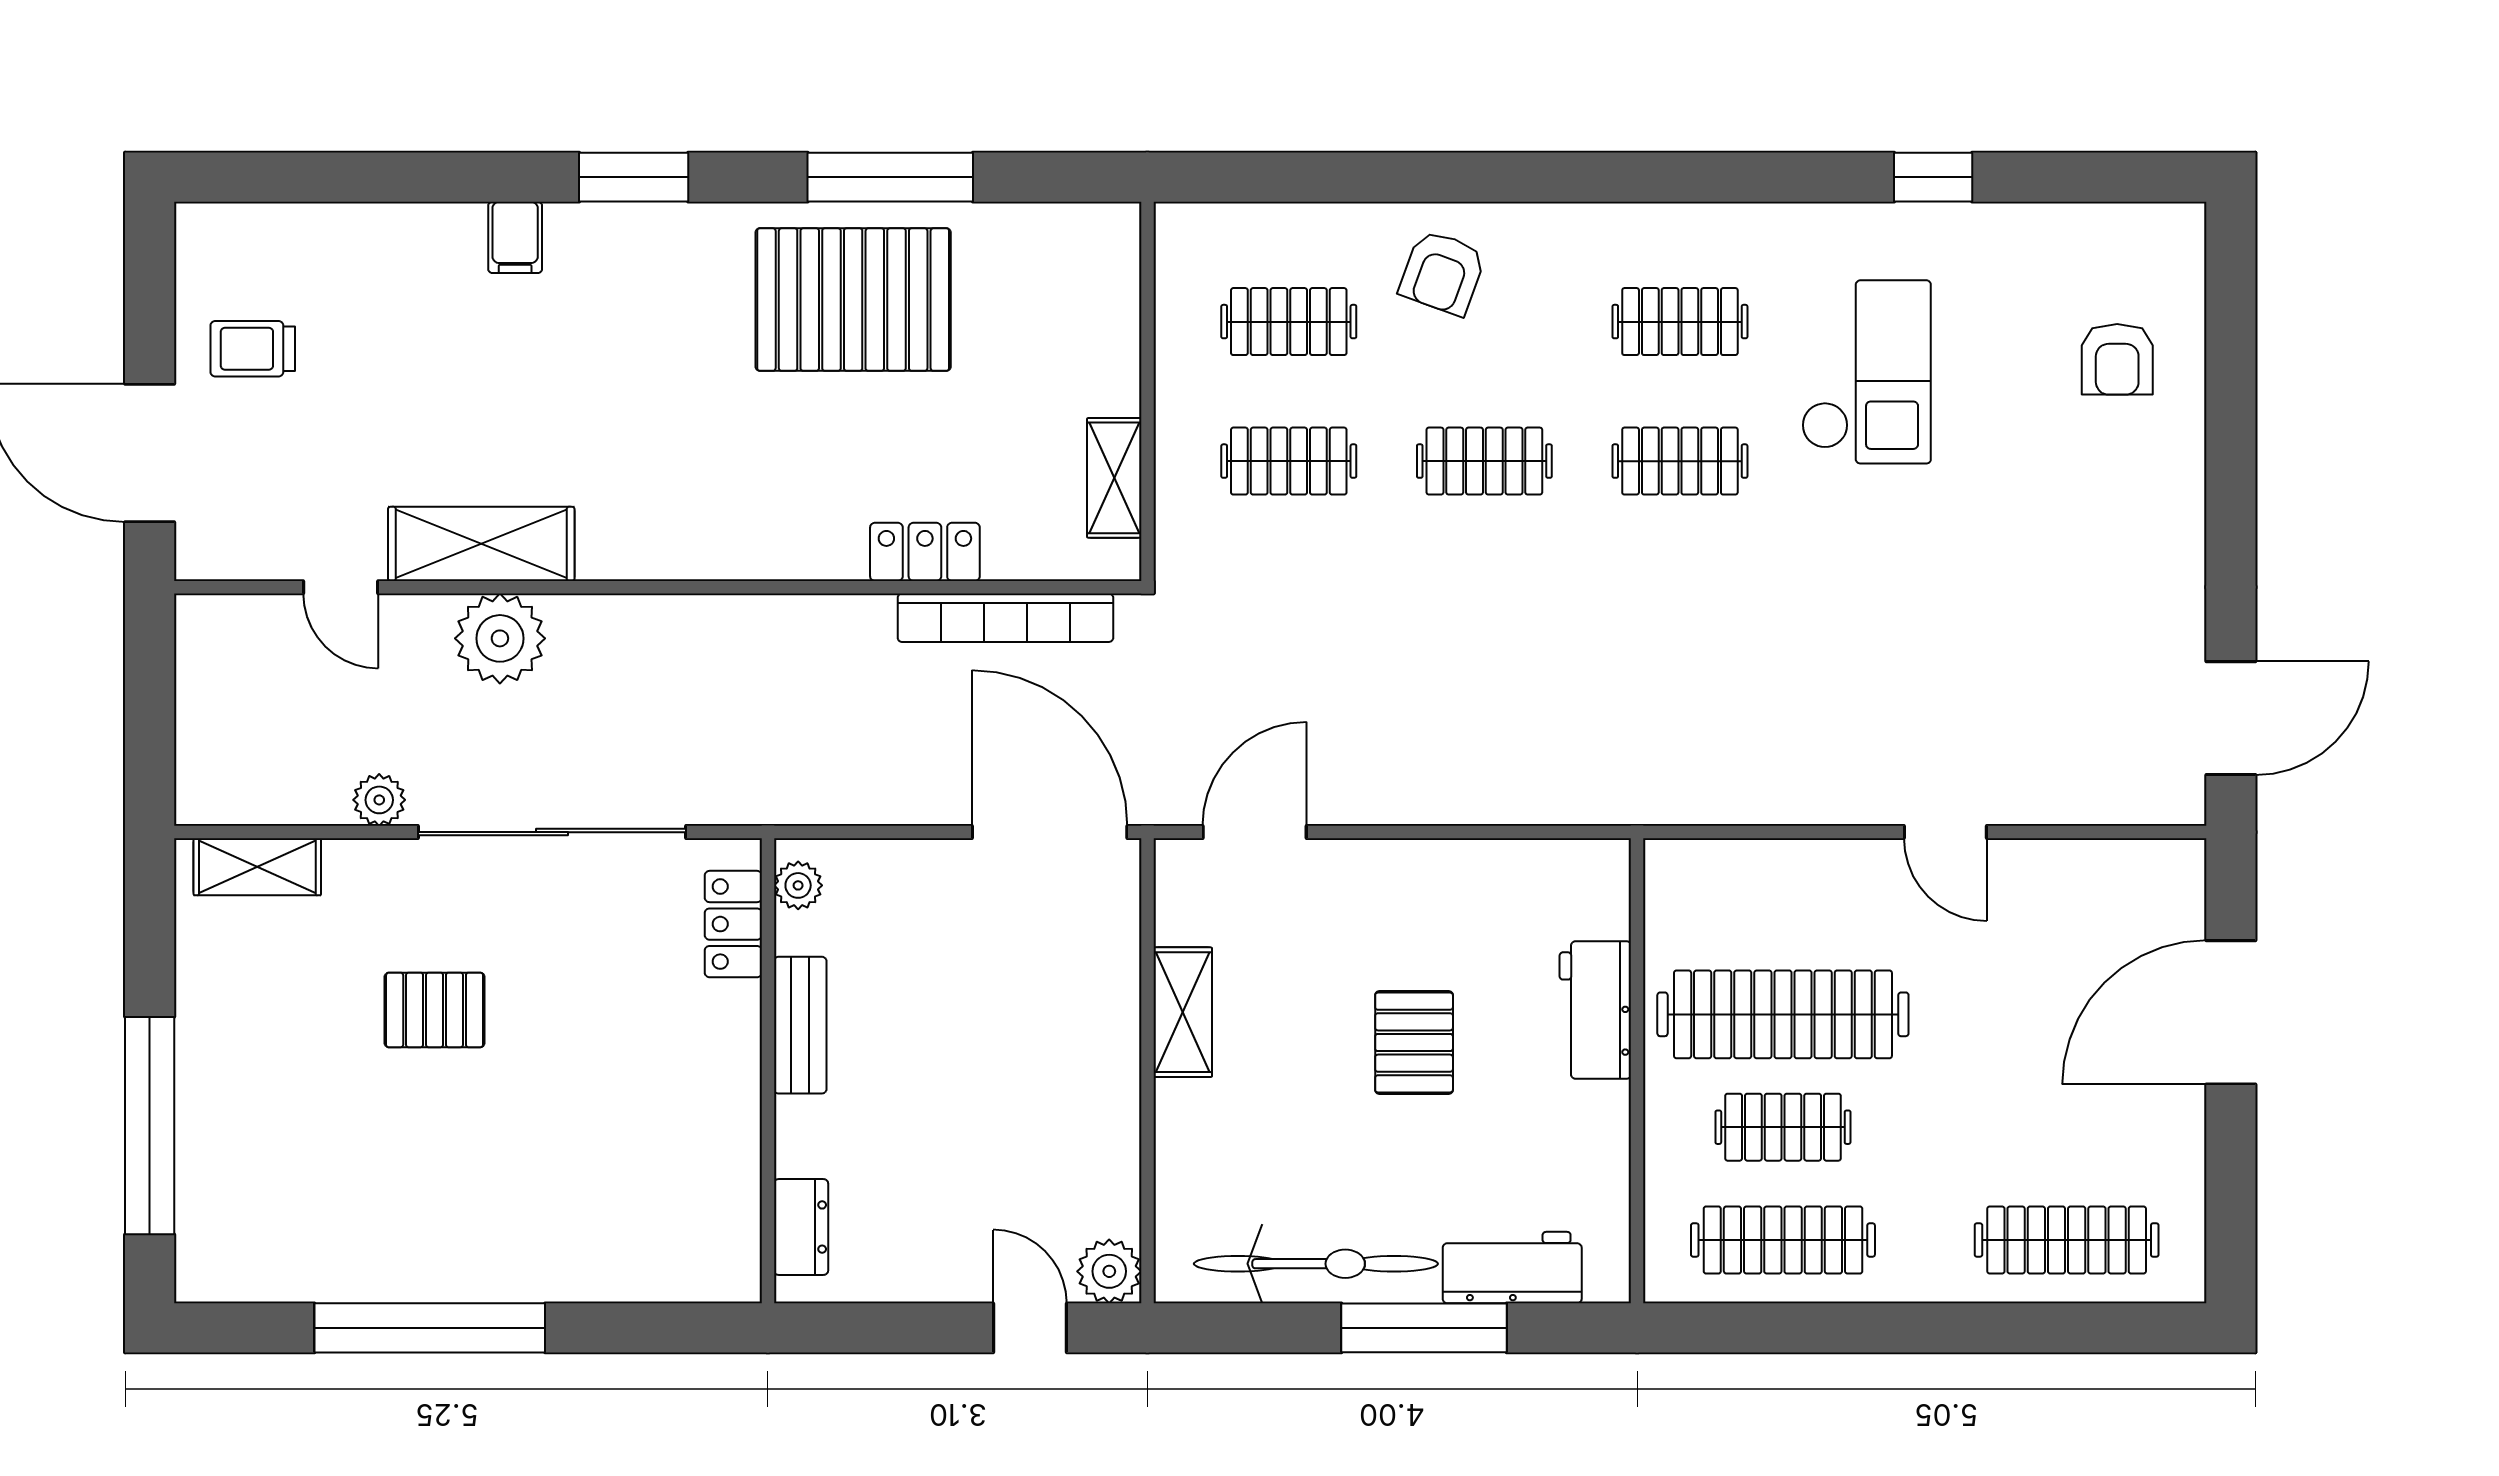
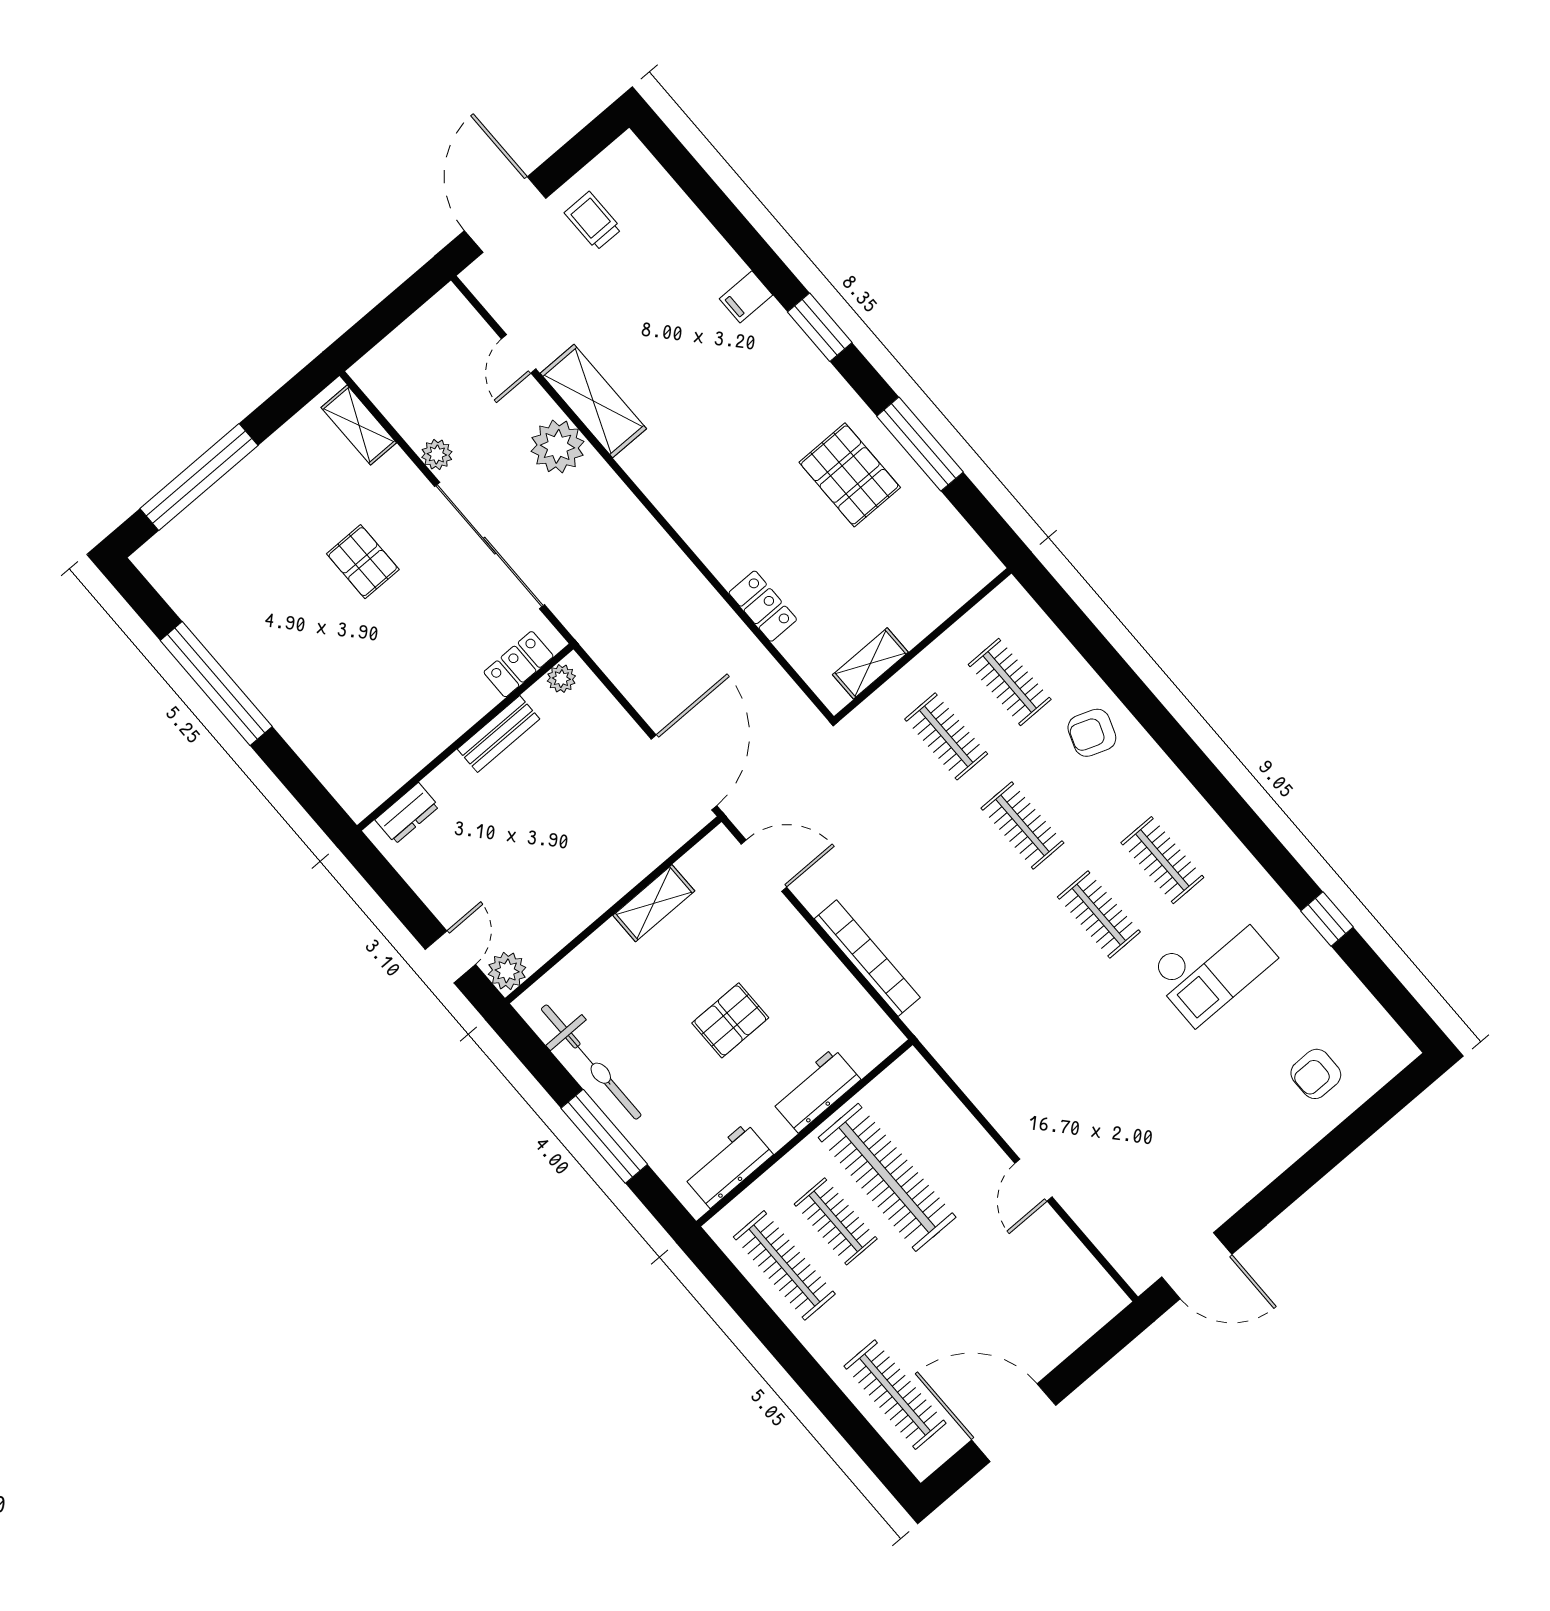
pallet: (853, 300) -> (850, 475), width x0.73, depth x0.71
bookcase: (1005, 618) -> (867, 958), moved, turned 180
door: (2231, 1012) -> (1014, 1423), moved
workbench: (1512, 1268) -> (728, 1165), moved, turned -90

